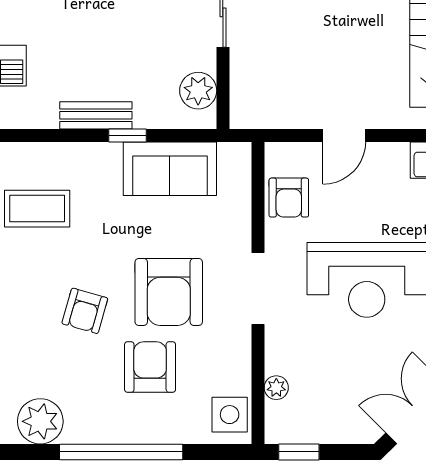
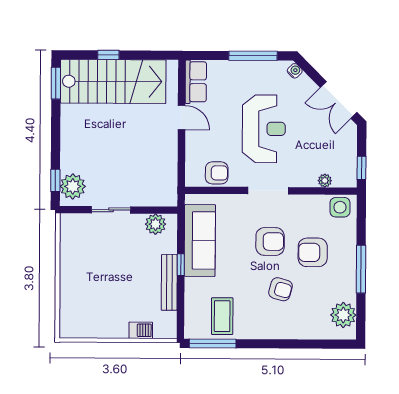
bench: (96, 115) -> (169, 282), width x1.36
door: (344, 135) -> (182, 118), moved
sofa: (170, 169) -> (200, 240), width x1.36
armchair: (169, 292) -> (270, 241), width x0.73, depth x0.73
window: (121, 452) -> (361, 269), width x0.68

